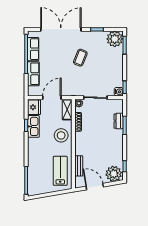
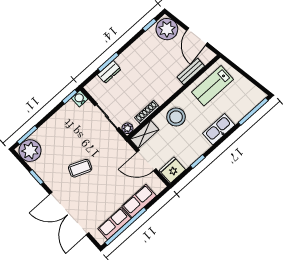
kitchen sink: (33, 126) -> (219, 129), moved

